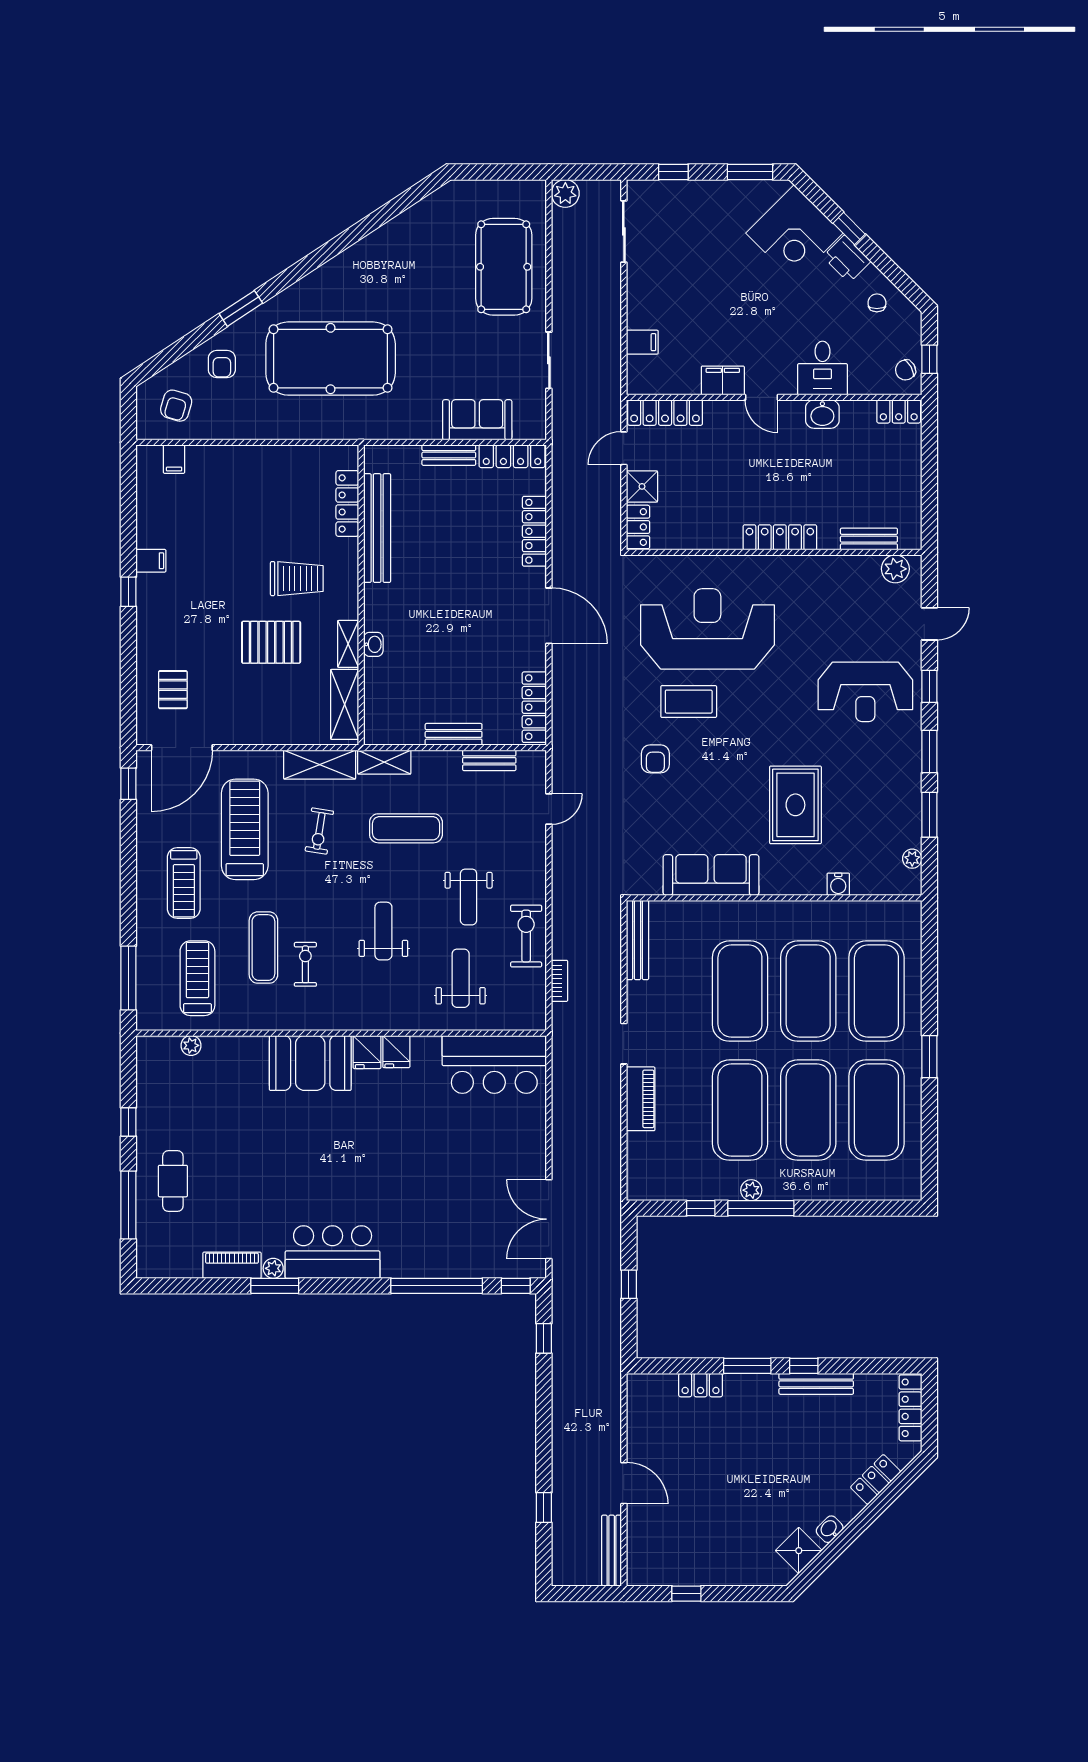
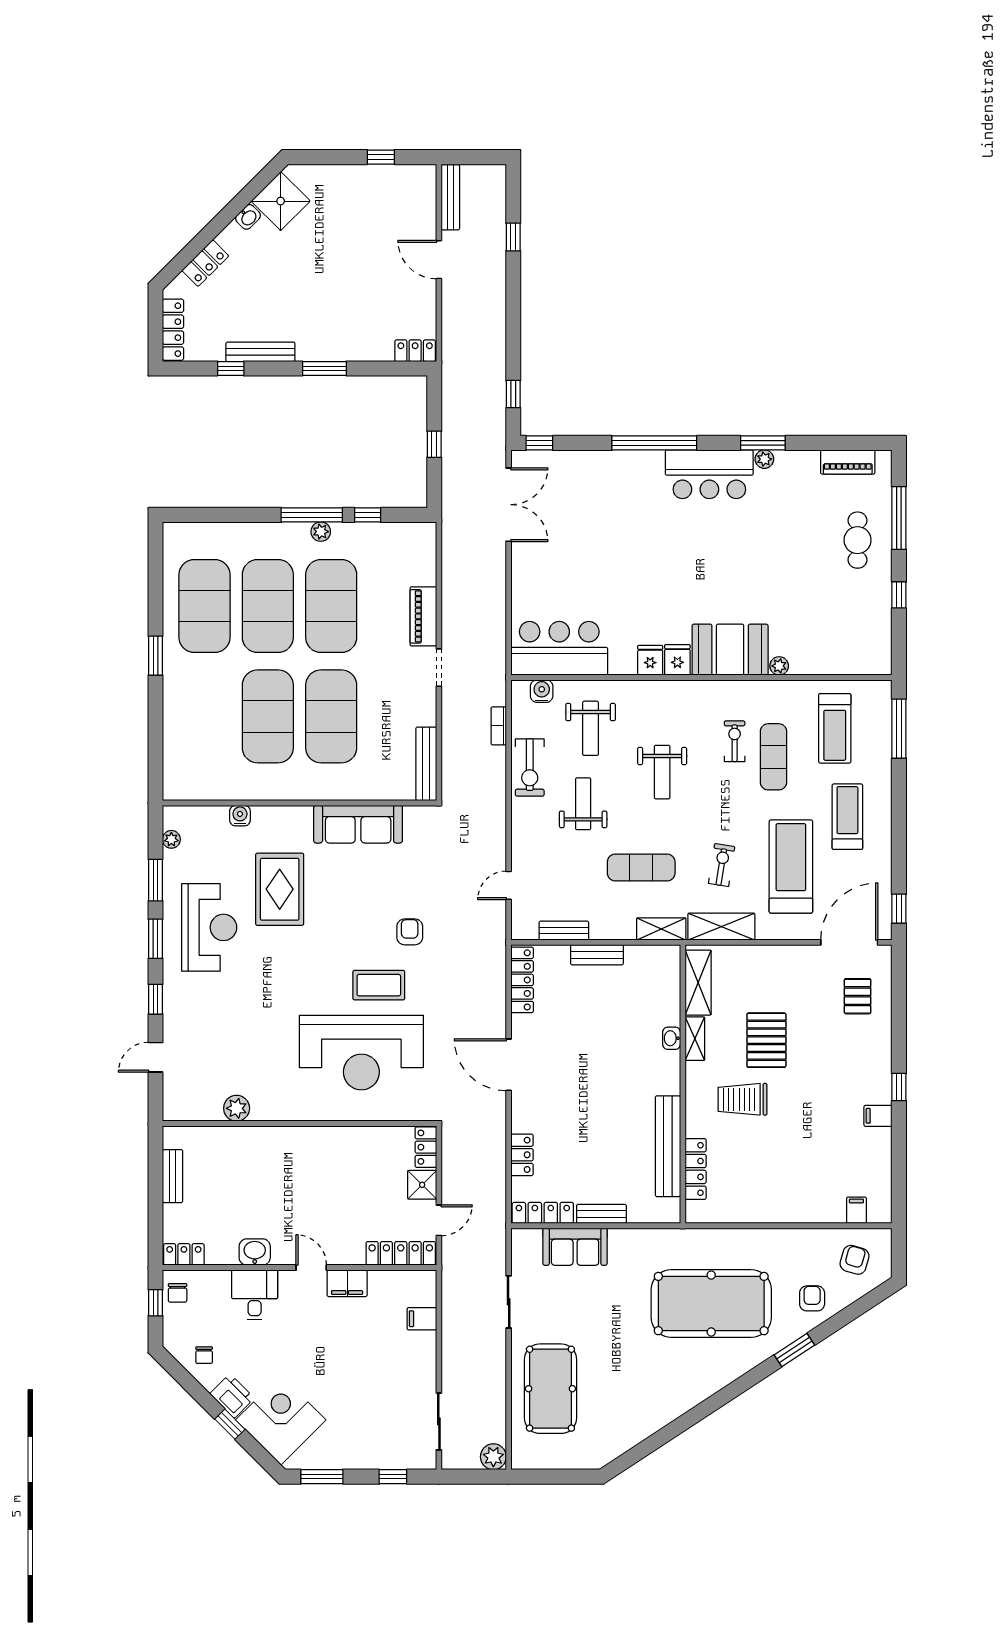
chair: (905, 370) -> (178, 1293), turned 119
locker: (534, 531) -> (522, 1155), width x0.66
locker: (780, 537) -> (294, 1138), removed
bench: (869, 539) -> (173, 1176), moved, turned 90
plant: (895, 569) -> (237, 1108), moved
pallet: (271, 642) -> (766, 1040), turned 90
reception desk: (865, 692) -> (209, 927), moved, turned 90
treadmill: (245, 829) -> (791, 866), turned 180
exercise bike: (305, 964) -> (735, 741), turned 180
exercise mat: (876, 991) -> (204, 716), removed
water cooler: (513, 1018) -> (542, 691), added
plant: (191, 1045) -> (779, 666), moved
piano: (232, 1265) -> (848, 462), moved
window: (437, 1286) -> (654, 443), moved
window: (804, 1366) -> (231, 369), moved
locker: (701, 1385) -> (415, 351), moved
shower: (799, 1551) -> (281, 201), width x1.36, depth x1.36

